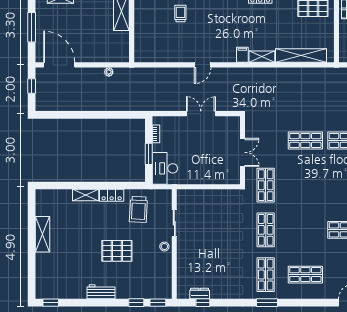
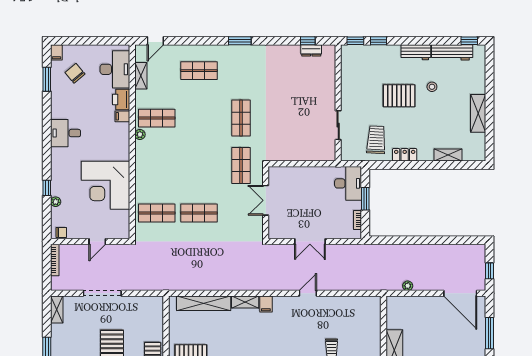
shelving: (86, 195) -> (448, 155), moved
stool: (164, 247) -> (432, 87), moved
shop shelf: (266, 275) -> (241, 71), removed
workbench: (67, 292) -> (452, 52), added

